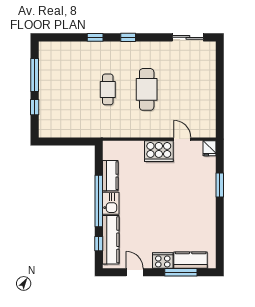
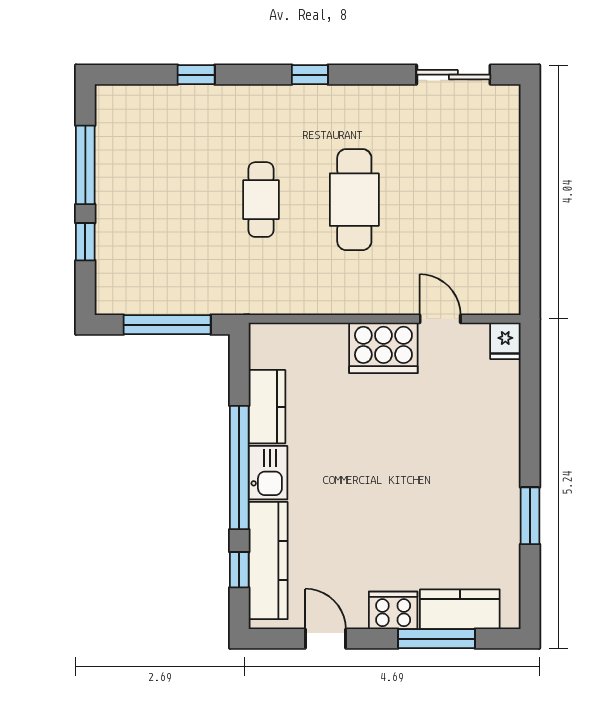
window: (95, 37) -> (196, 75), moved
window: (69, 141) -> (167, 325), added
window: (220, 185) -> (530, 516), moved

